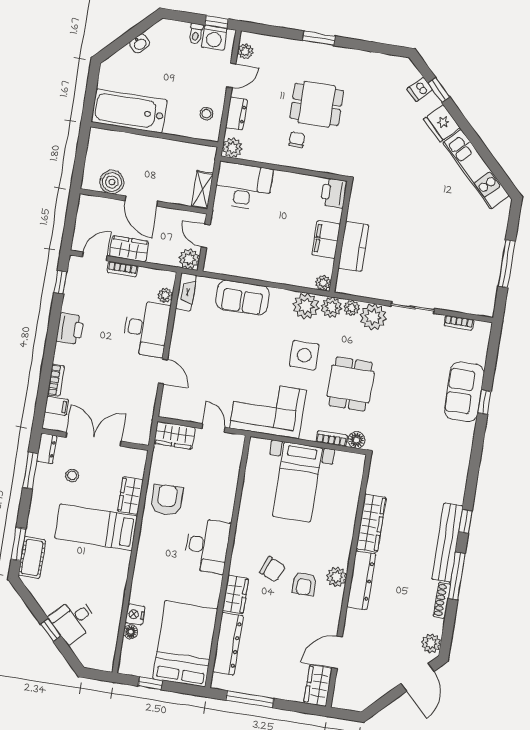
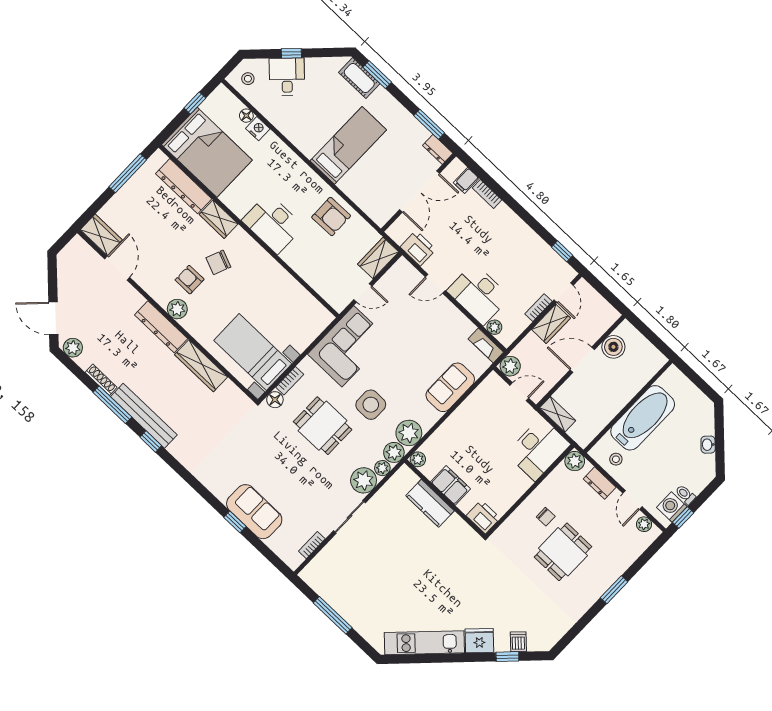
bathtub: (129, 111) -> (643, 418), moved
printer: (70, 329) -> (418, 248), moved, turned 180
stool: (72, 475) -> (248, 79), moved
bed with nightstands: (297, 482) -> (253, 352), moved
wardrobe: (130, 495) -> (355, 190), removed

